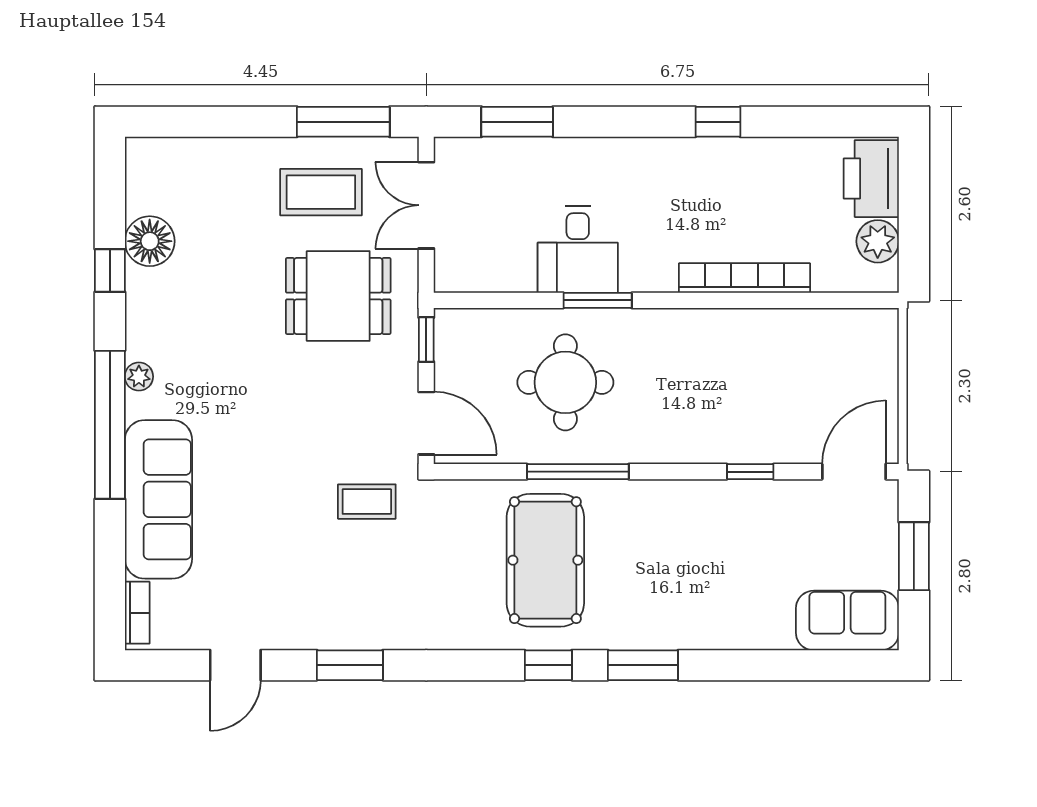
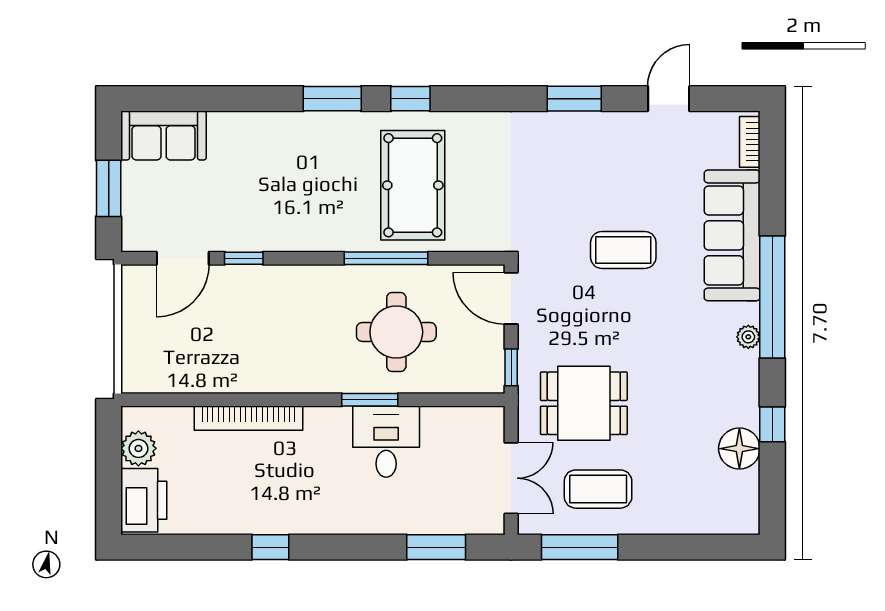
door: (854, 472) -> (183, 258), moved
coffee table: (367, 502) -> (623, 250), moved, width x1.36, depth x1.30

